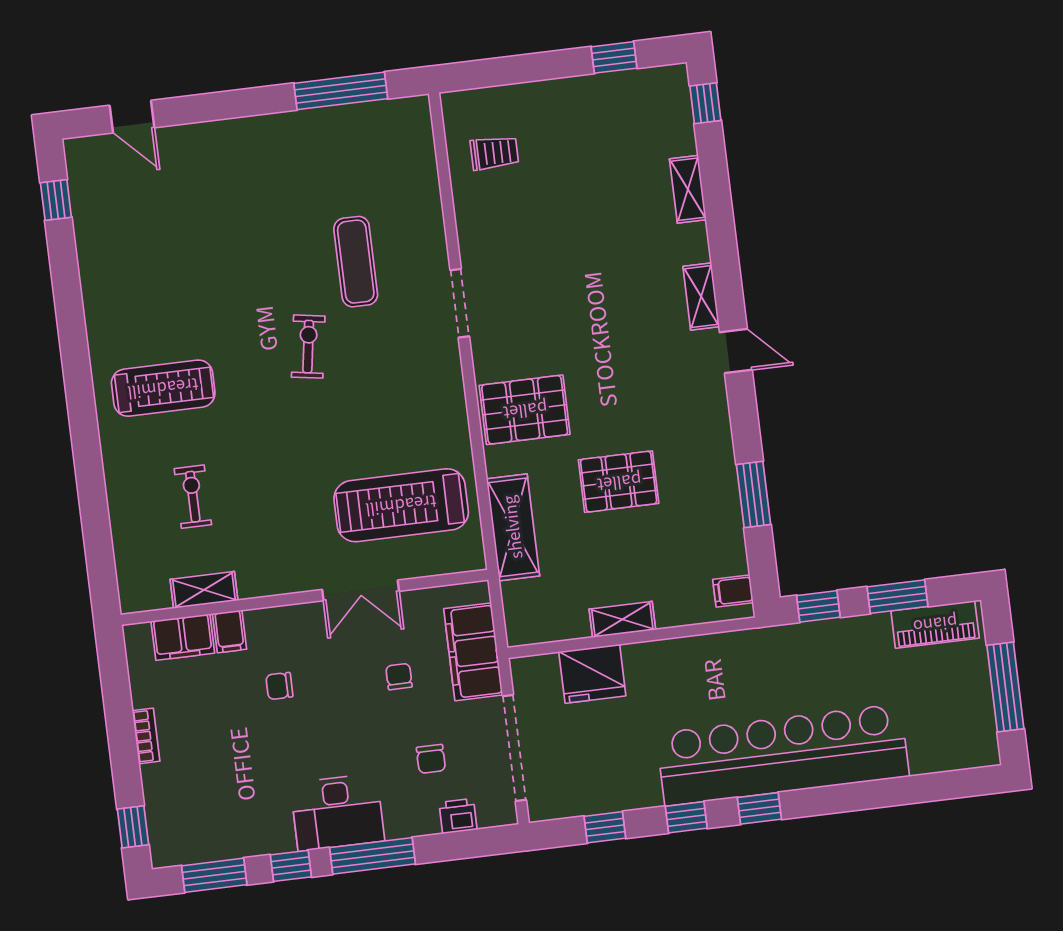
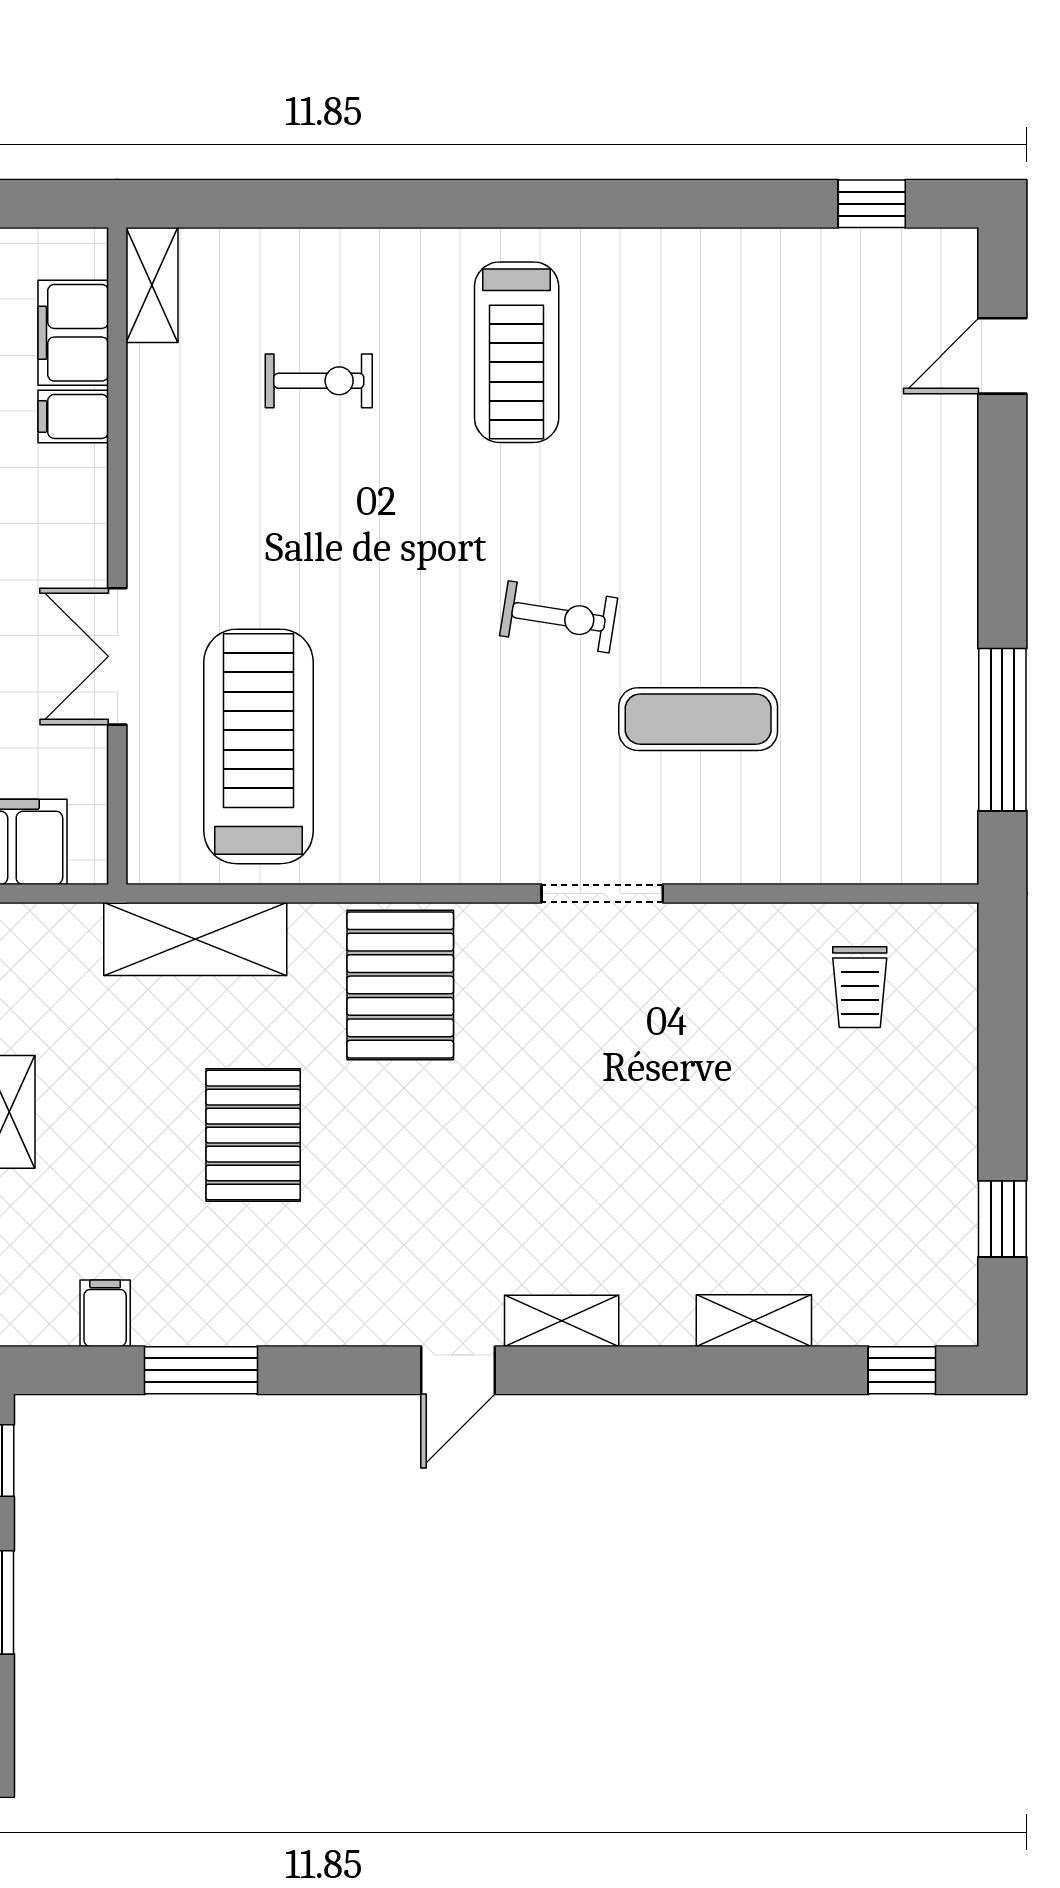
shelving: (204, 590) -> (152, 285), moved
filing cabinet: (733, 591) -> (105, 1313), moved

